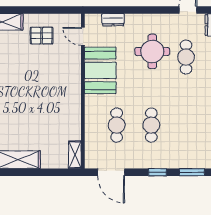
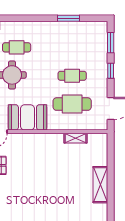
cafe table: (117, 125) -> (72, 104), width x1.37, depth x1.35
shelving: (75, 155) -> (75, 138), moved

